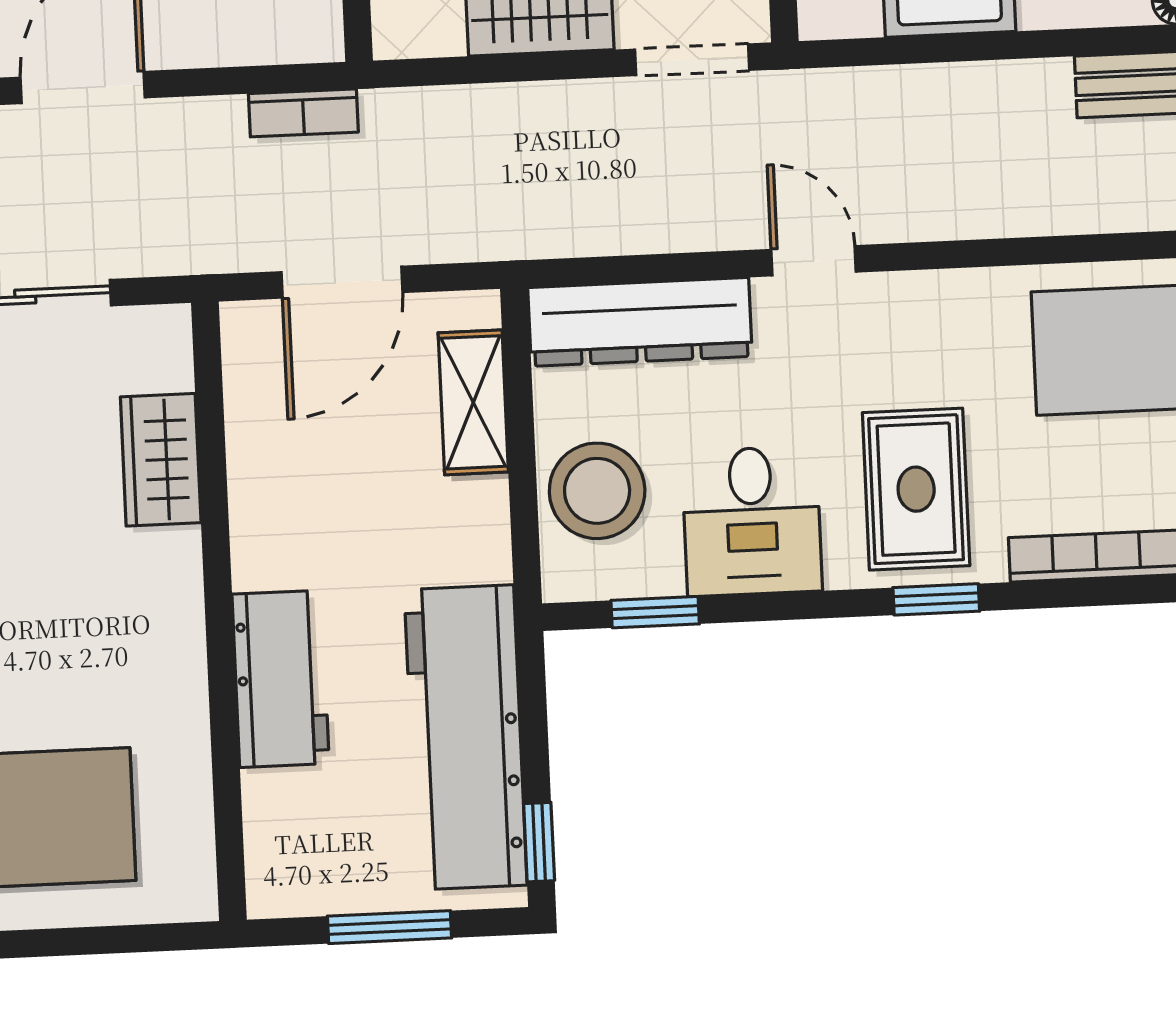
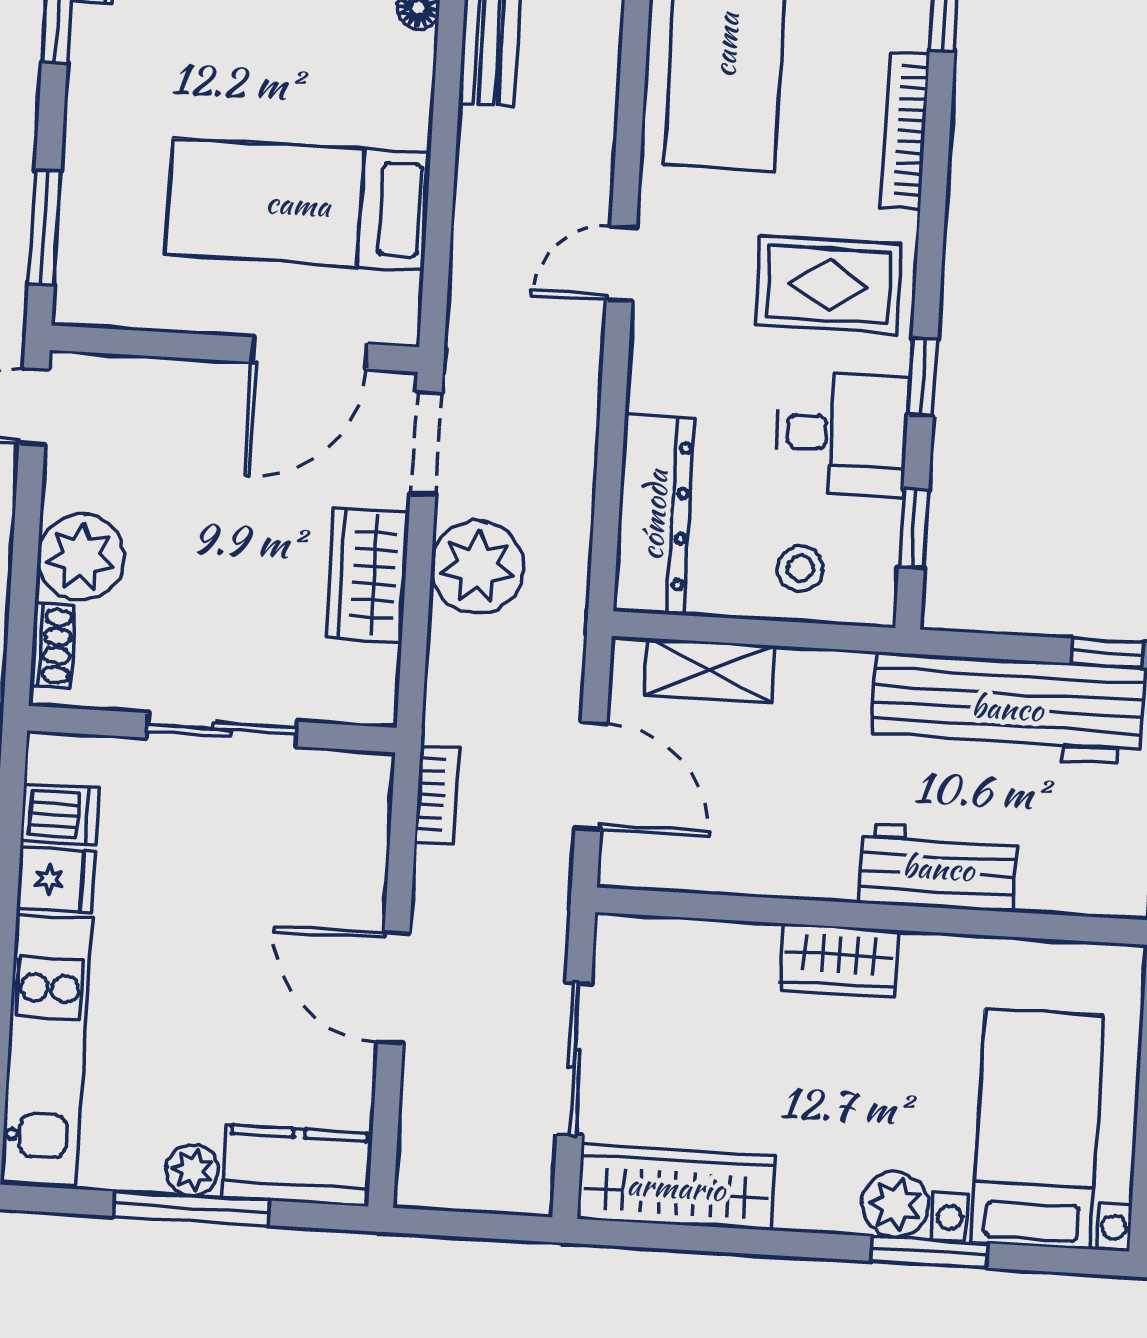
plant: (561, 131) -> (477, 567), added
door: (814, 261) -> (621, 264), moved
wardrobe: (161, 460) -> (839, 960), moved
stool: (597, 491) -> (800, 569), width x0.53, depth x0.53
window: (936, 599) -> (923, 377), moved

